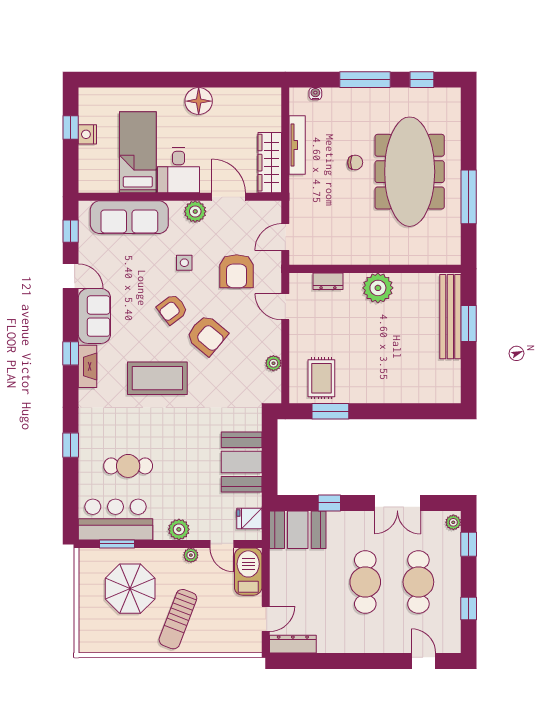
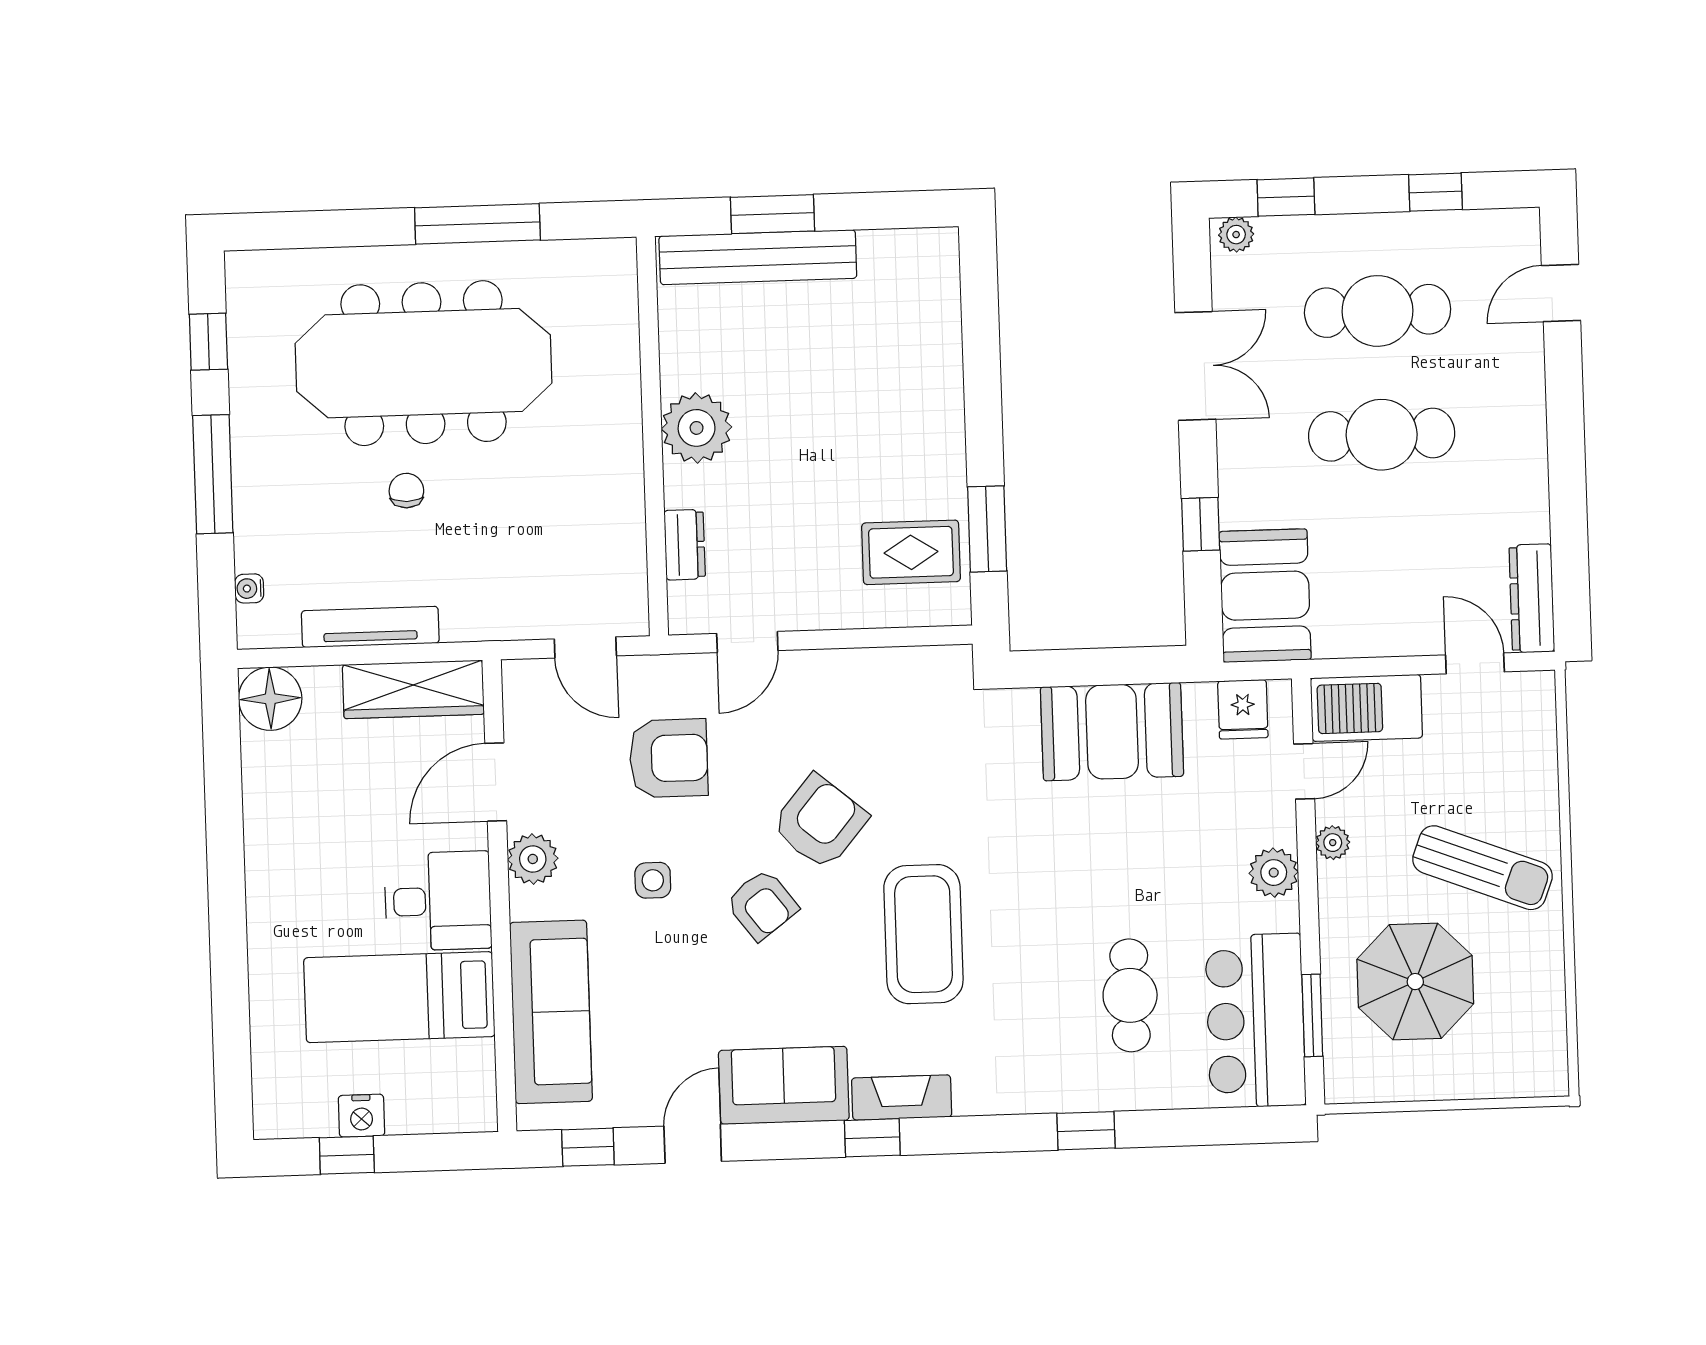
floor lamp: (199, 101) -> (270, 699), moved
plant: (273, 363) -> (880, 665), removed

